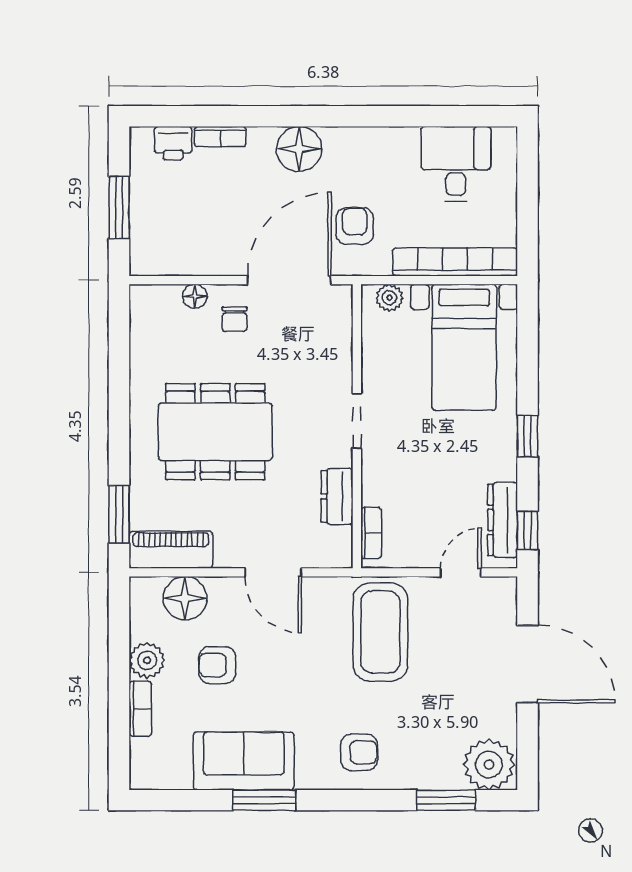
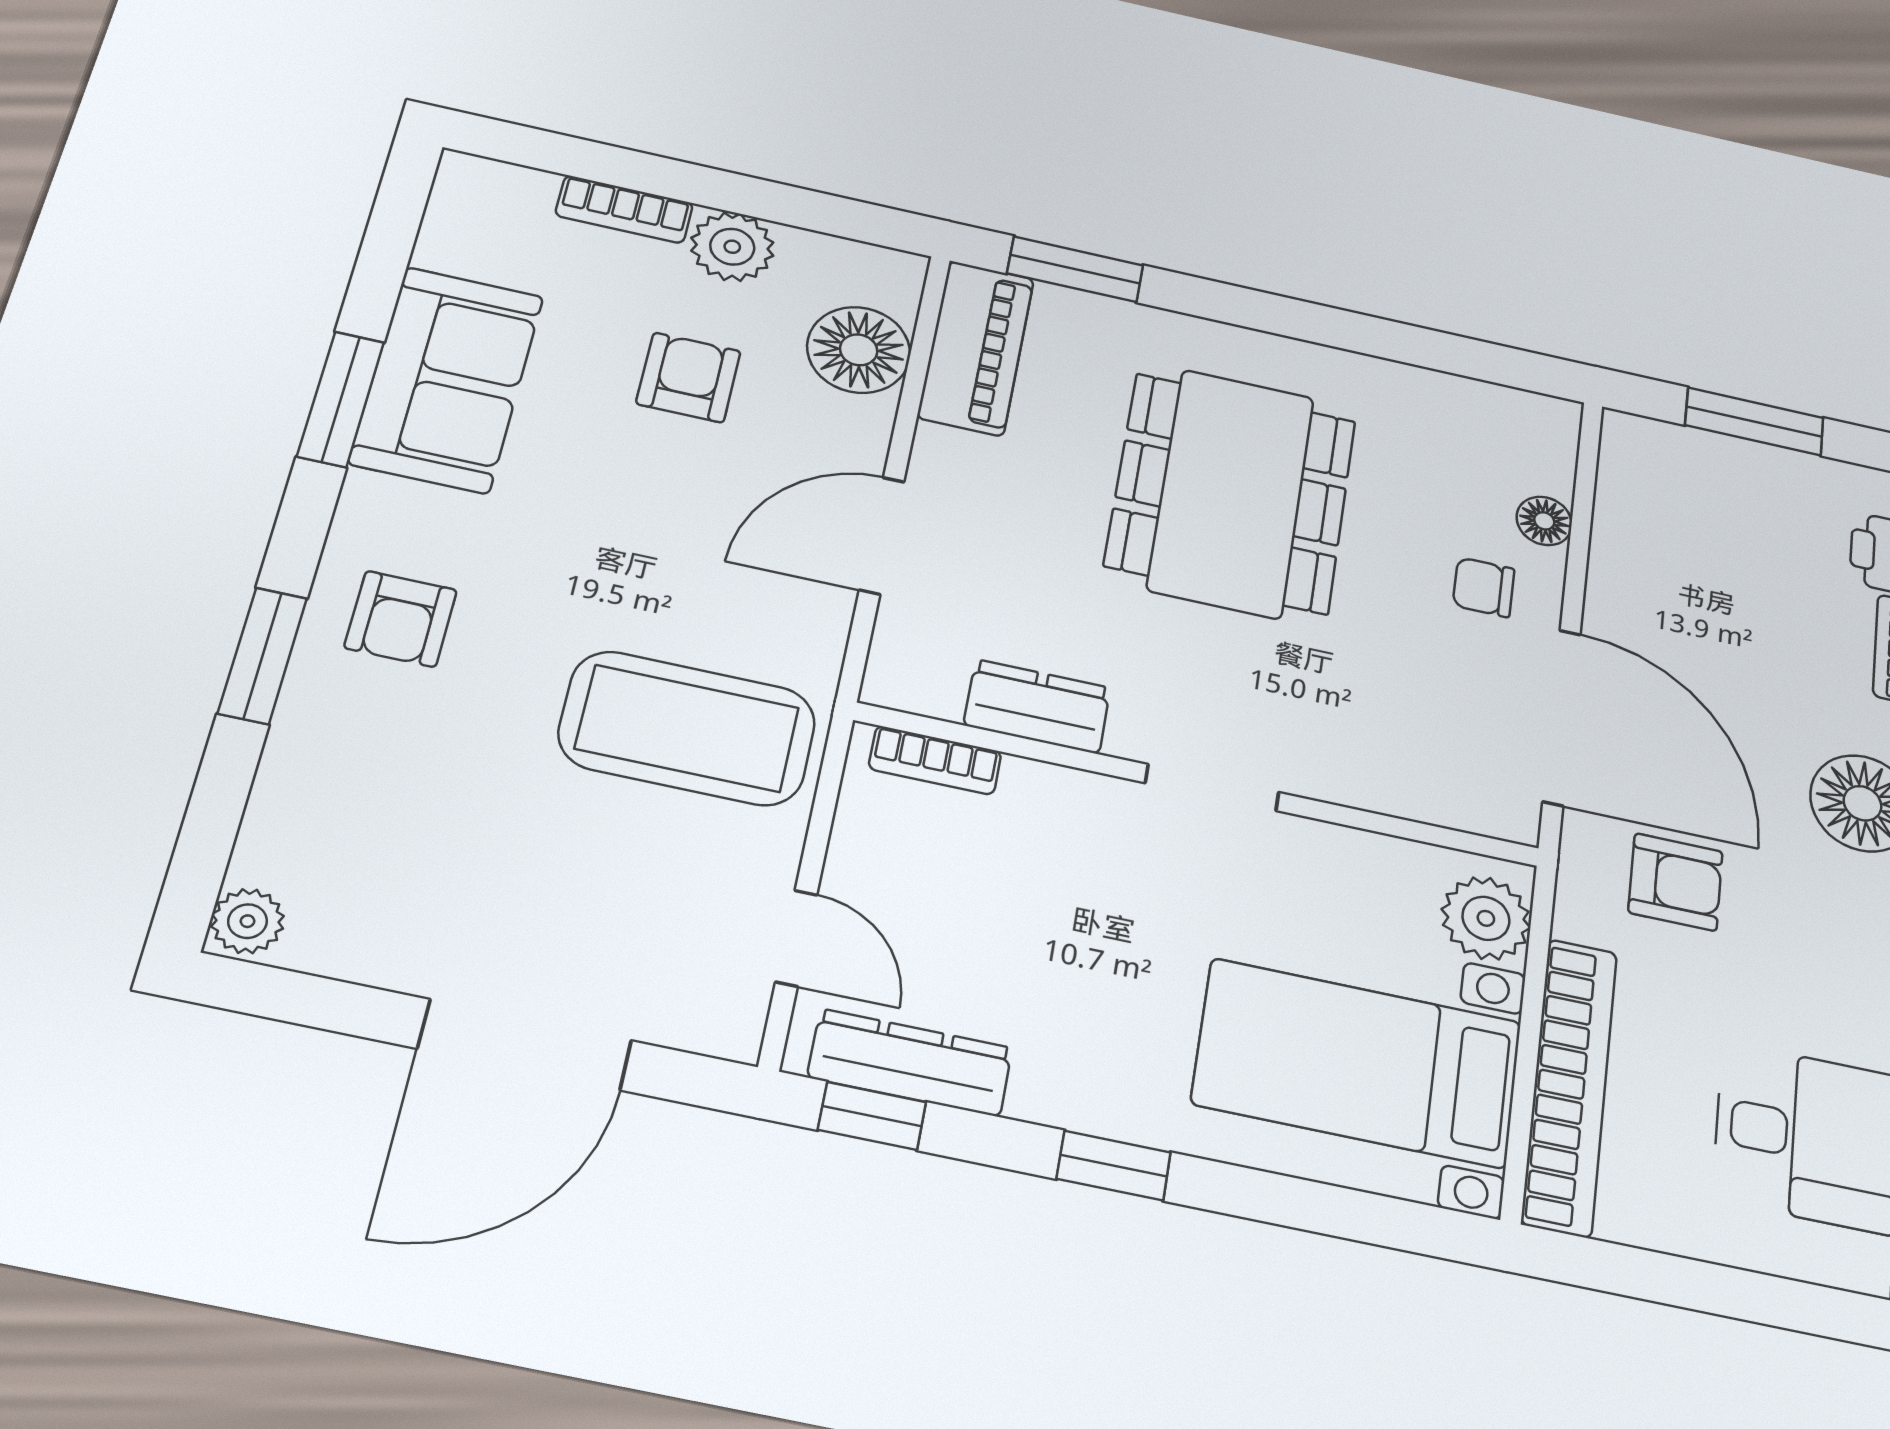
plant: (389, 298) -> (1486, 918), width x1.38, depth x1.38
plant: (489, 765) -> (247, 921), width x0.53, depth x0.53
window: (446, 800) -> (262, 656), moved

